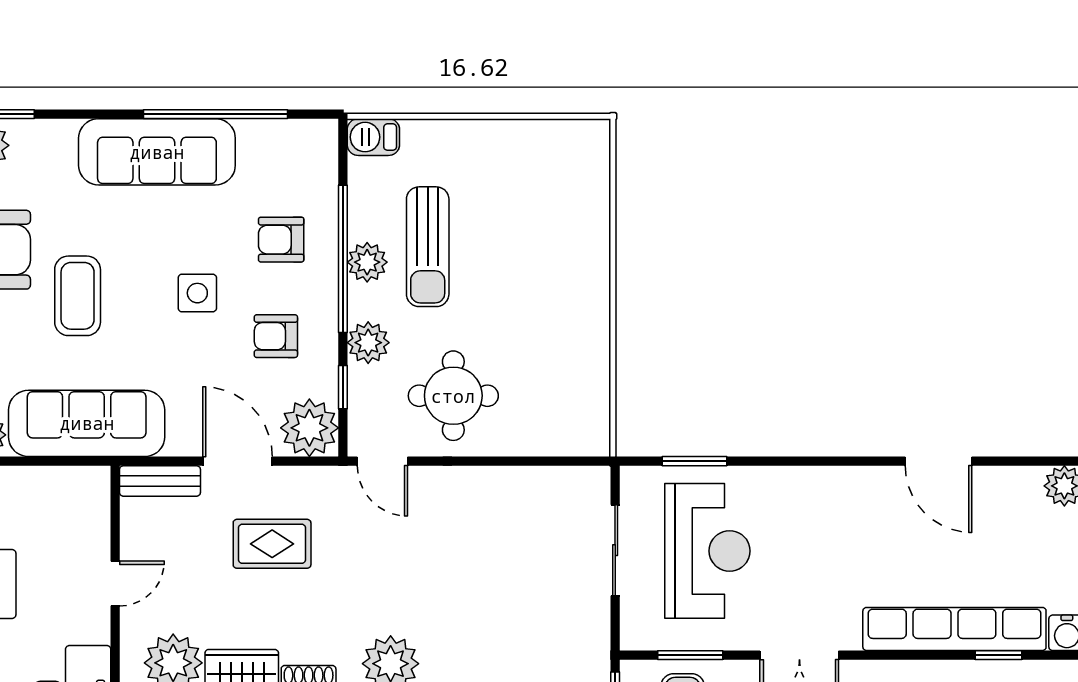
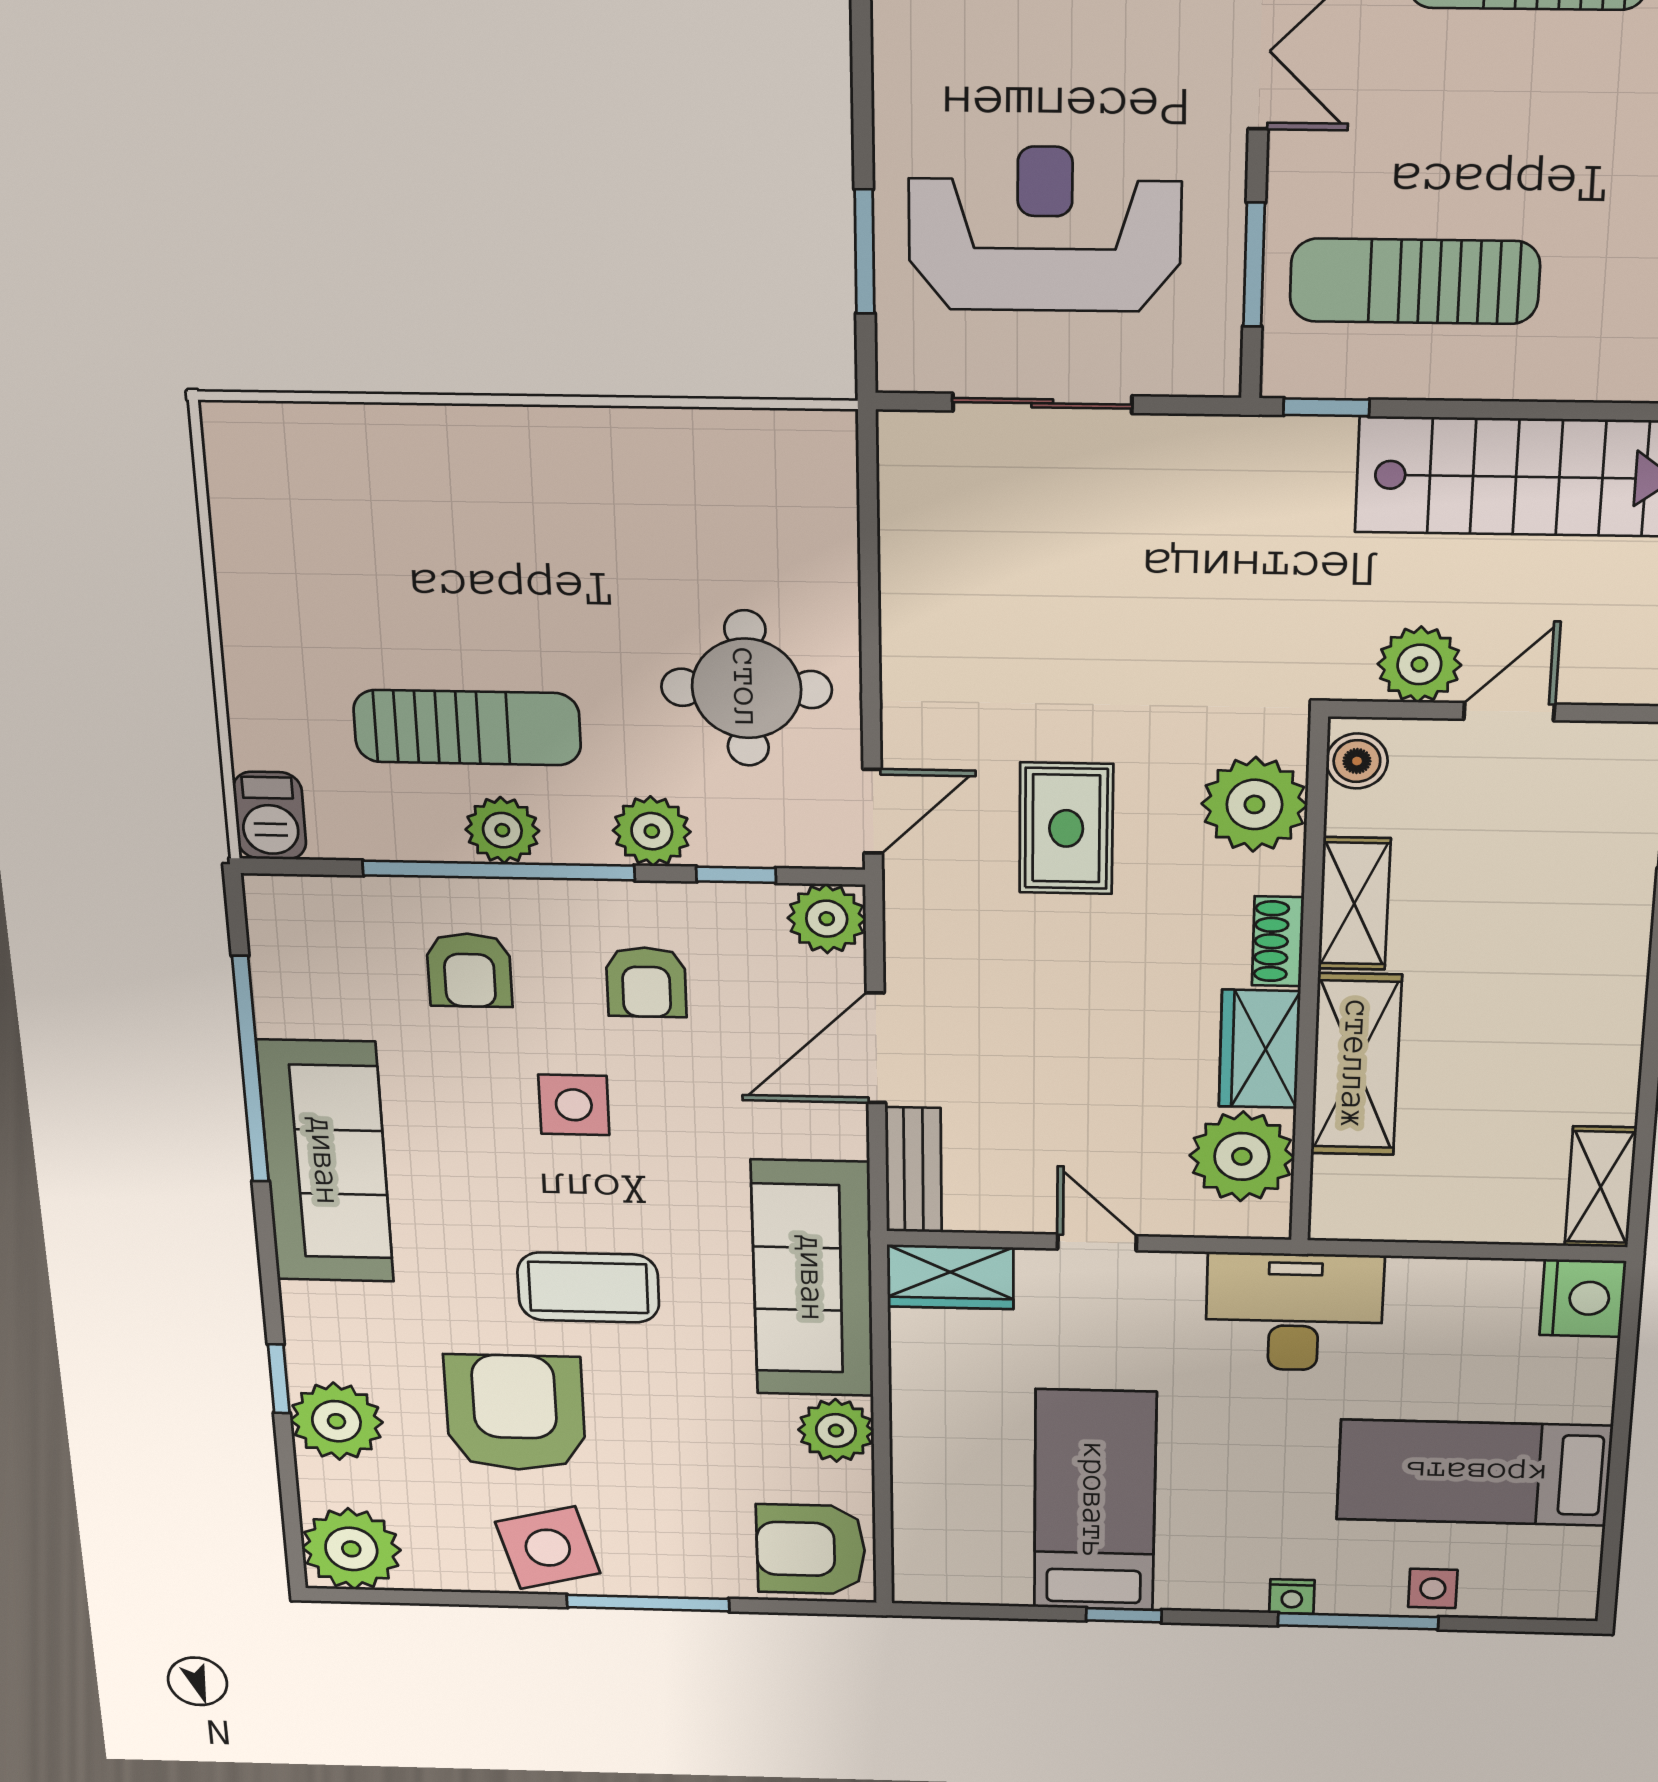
plant: (309, 428) -> (827, 919), width x0.73, depth x0.73
wardrobe: (90, 501) -> (950, 1277), added
rug: (272, 544) -> (1066, 828), moved

